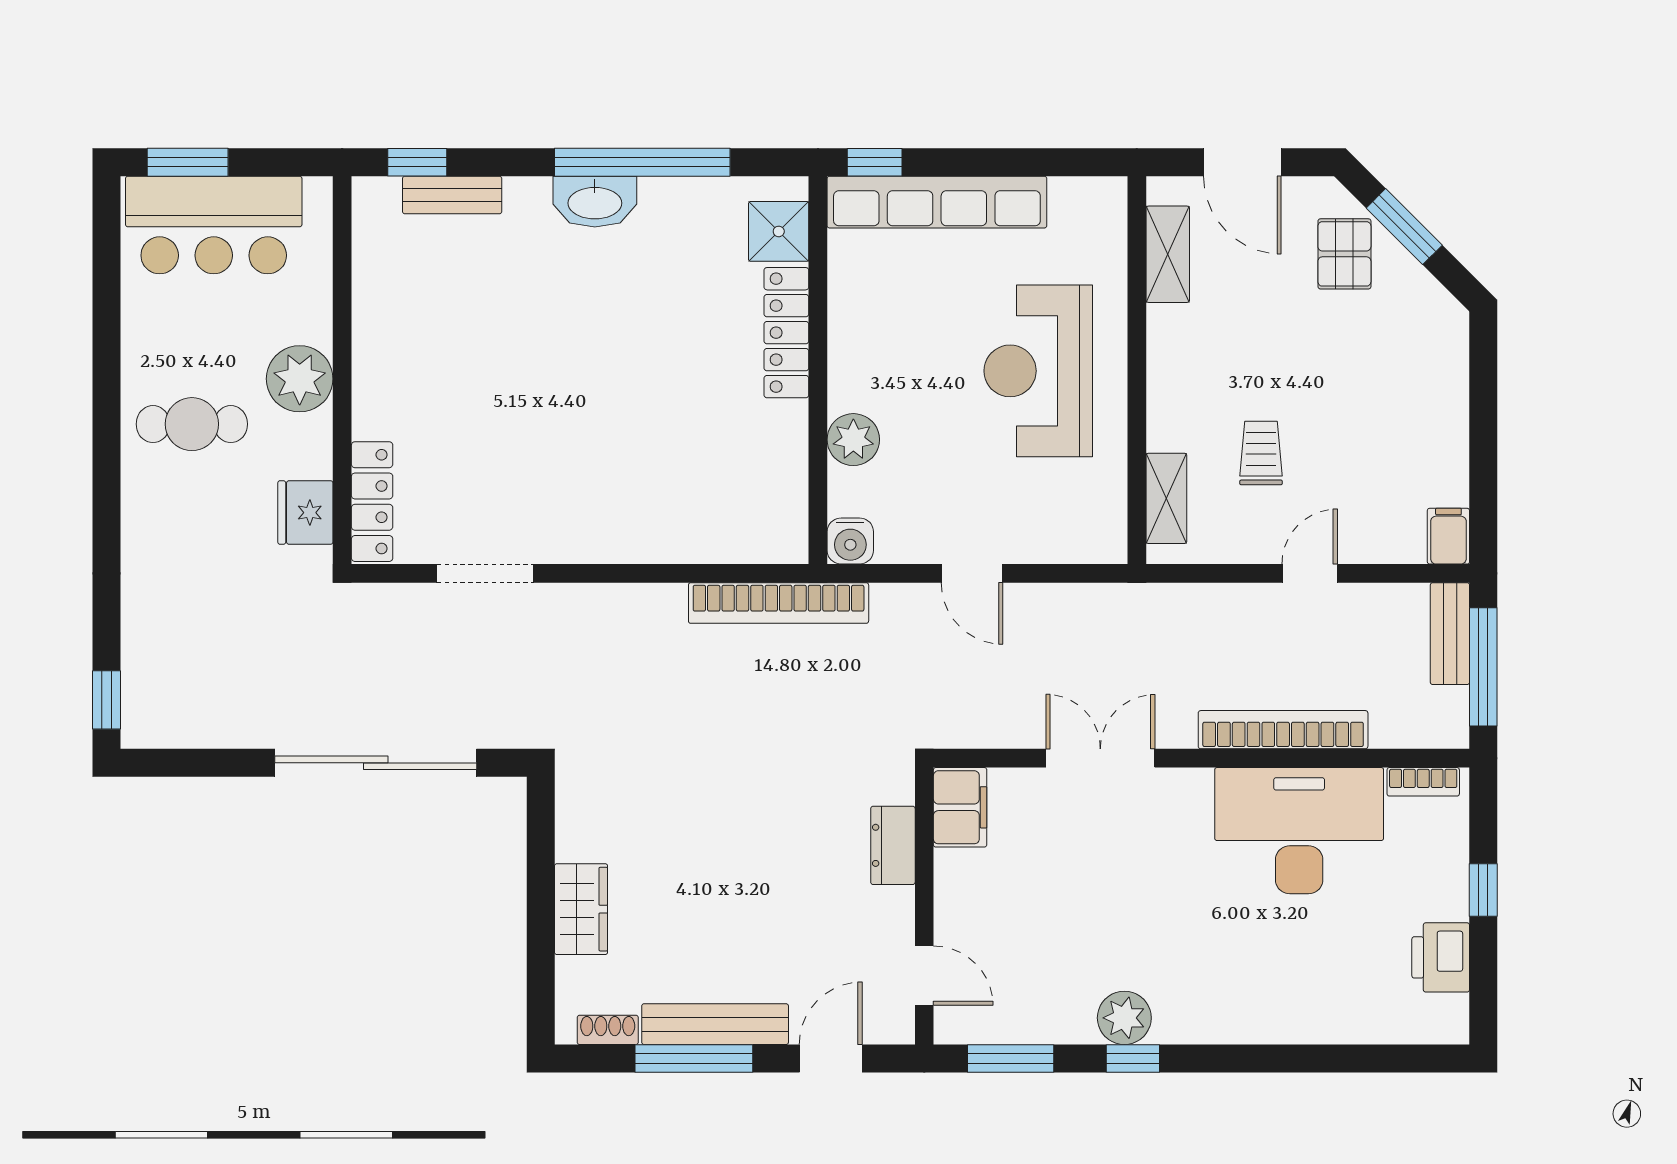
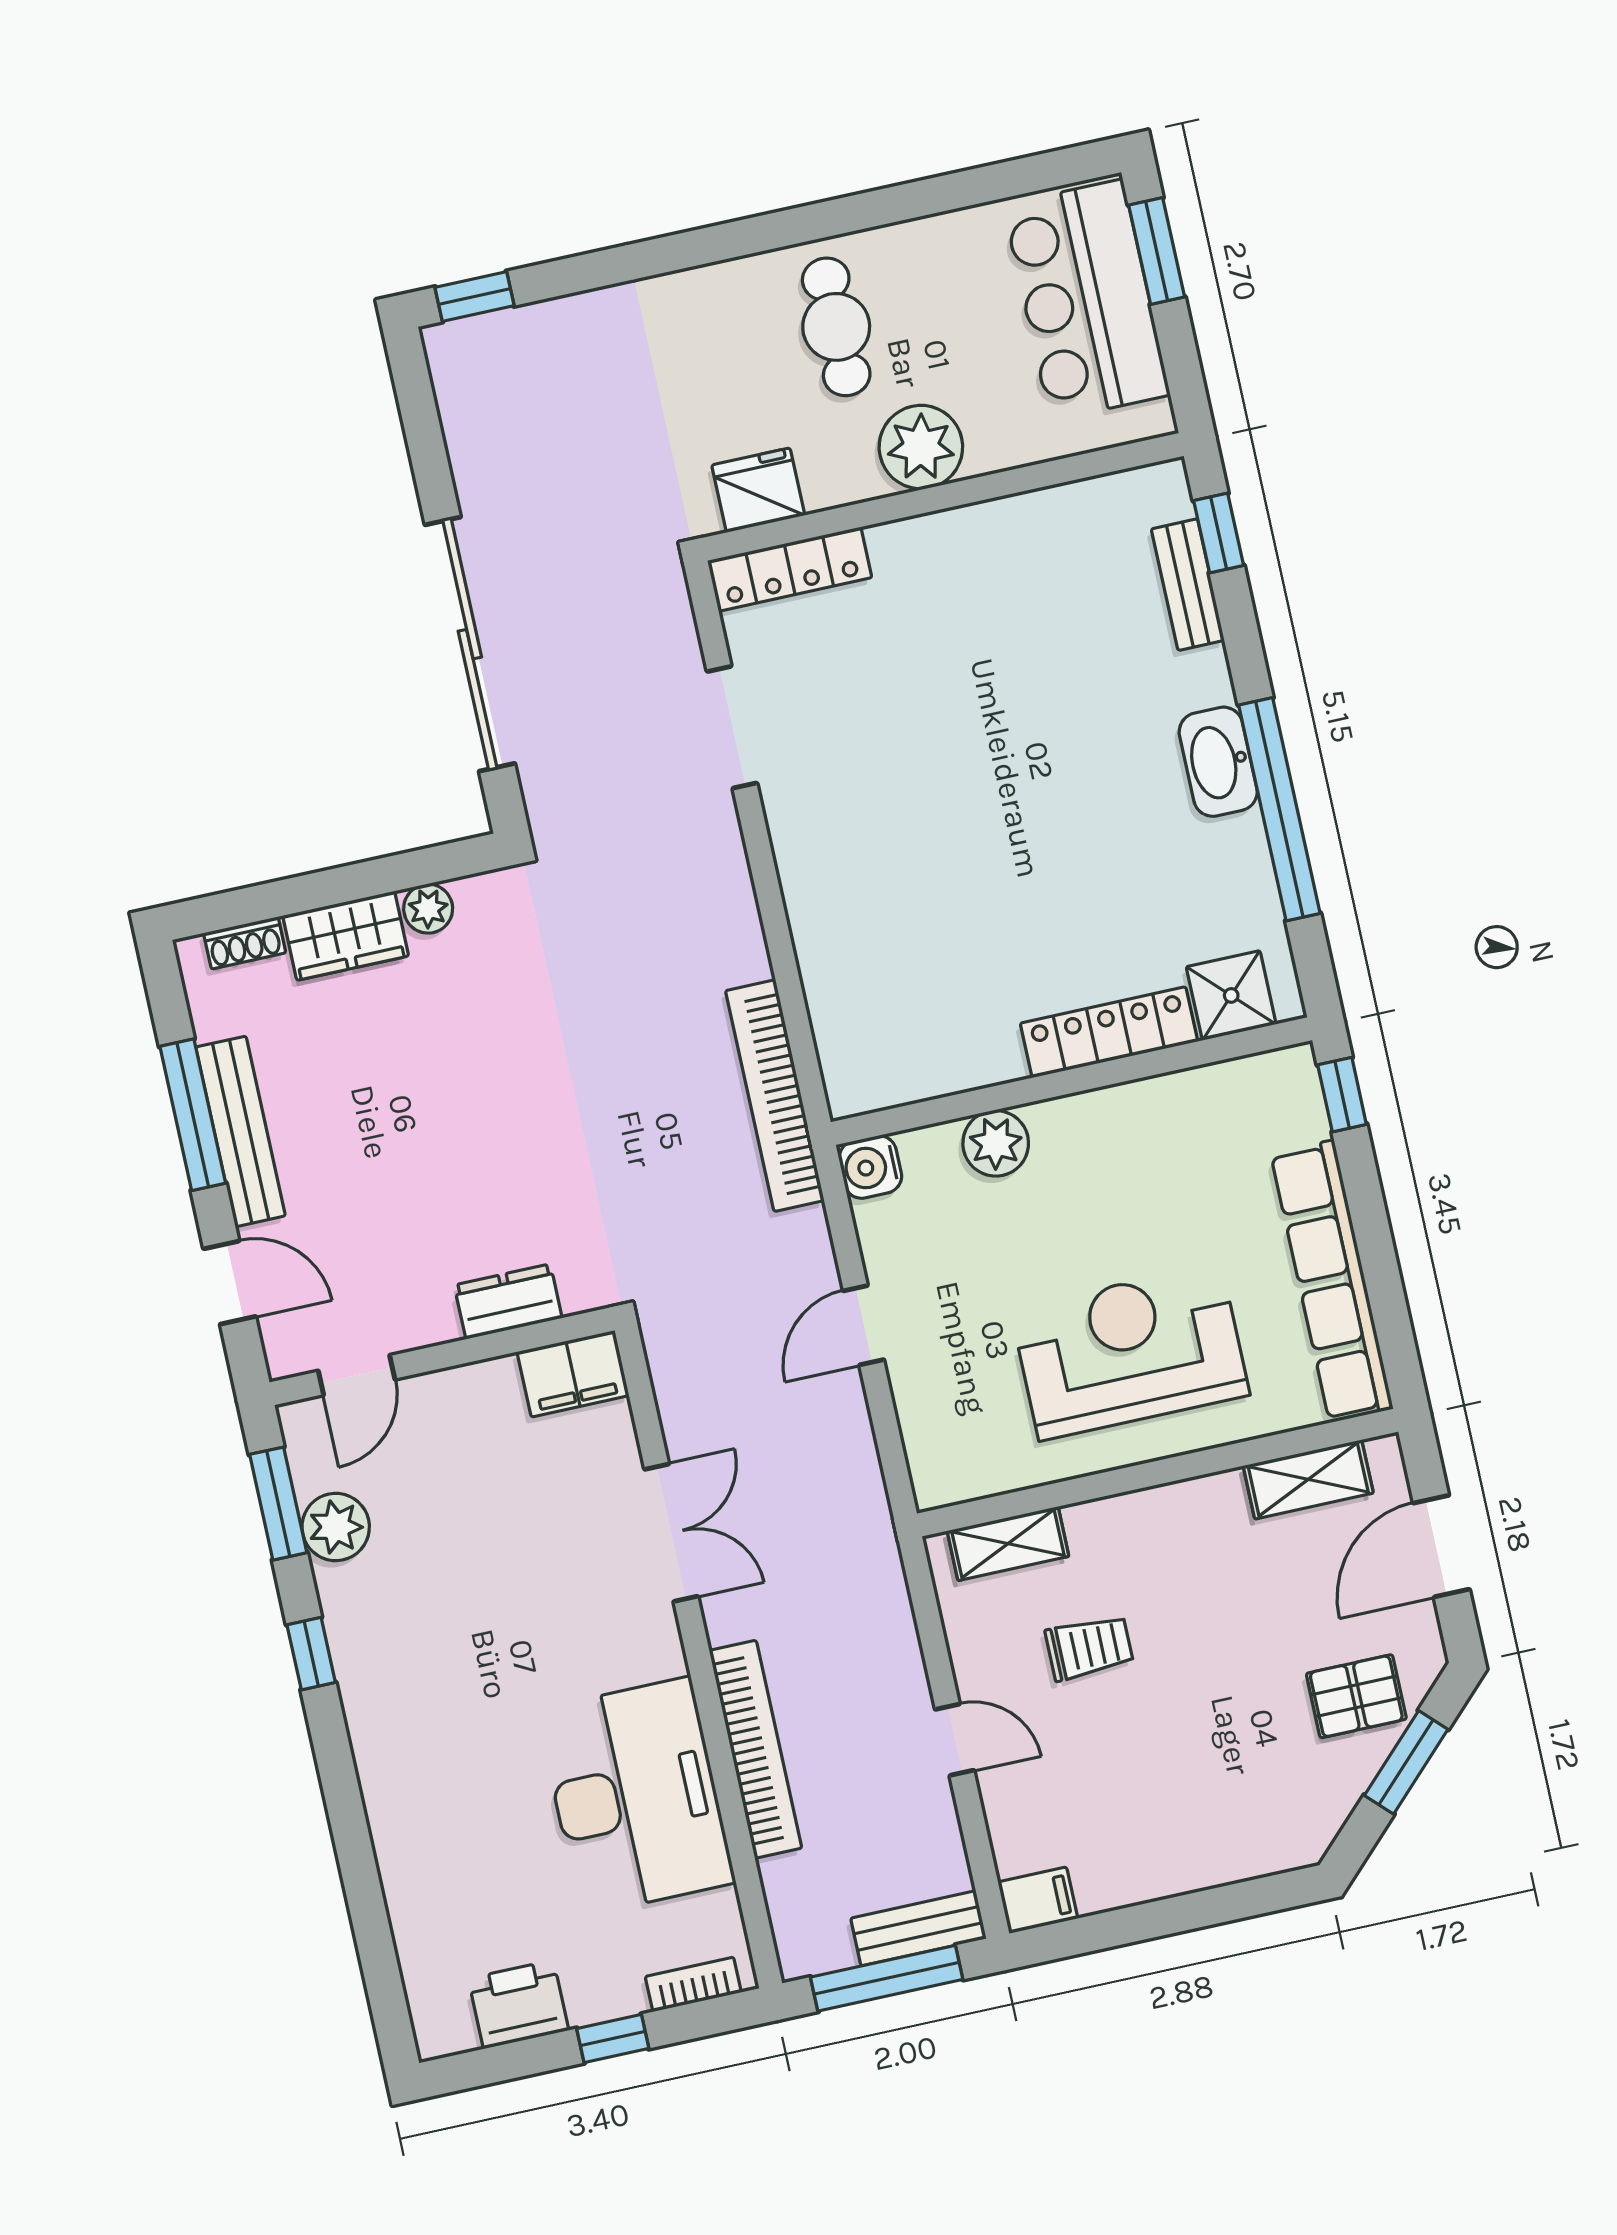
row of seats: (937, 202) -> (1332, 1281), moved
bookcase: (1423, 782) -> (693, 1984), moved, turned 90
plant: (574, 840) -> (428, 909), added
plant: (1124, 1018) -> (336, 1527), moved
shoe rack: (608, 1030) -> (245, 943), moved, turned 90

